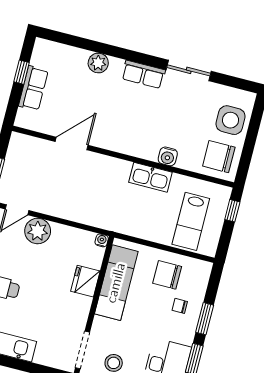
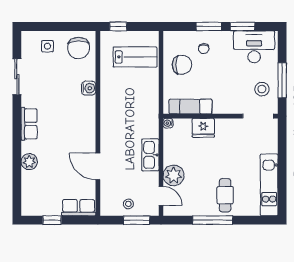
sliding door: (189, 70) -> (17, 77), moved
row of seats: (33, 88) -> (79, 208), moved
side table: (230, 120) -> (47, 46), width x0.54, depth x0.54
stool: (17, 168) -> (128, 204), added
kitchen sink: (150, 177) -> (150, 155), moved, turned 180
chair: (167, 275) -> (182, 65), turned -90
exam couch: (116, 283) -> (191, 107), width x0.73, depth x0.69

